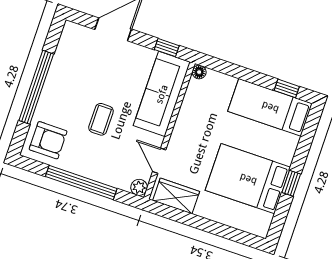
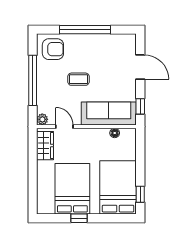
floor lamp: (199, 72) -> (115, 133), moved
bed: (270, 107) -> (118, 187), width x1.50
armchair: (48, 140) -> (53, 49), turned -90
door: (159, 161) -> (64, 127), hinge flipped

